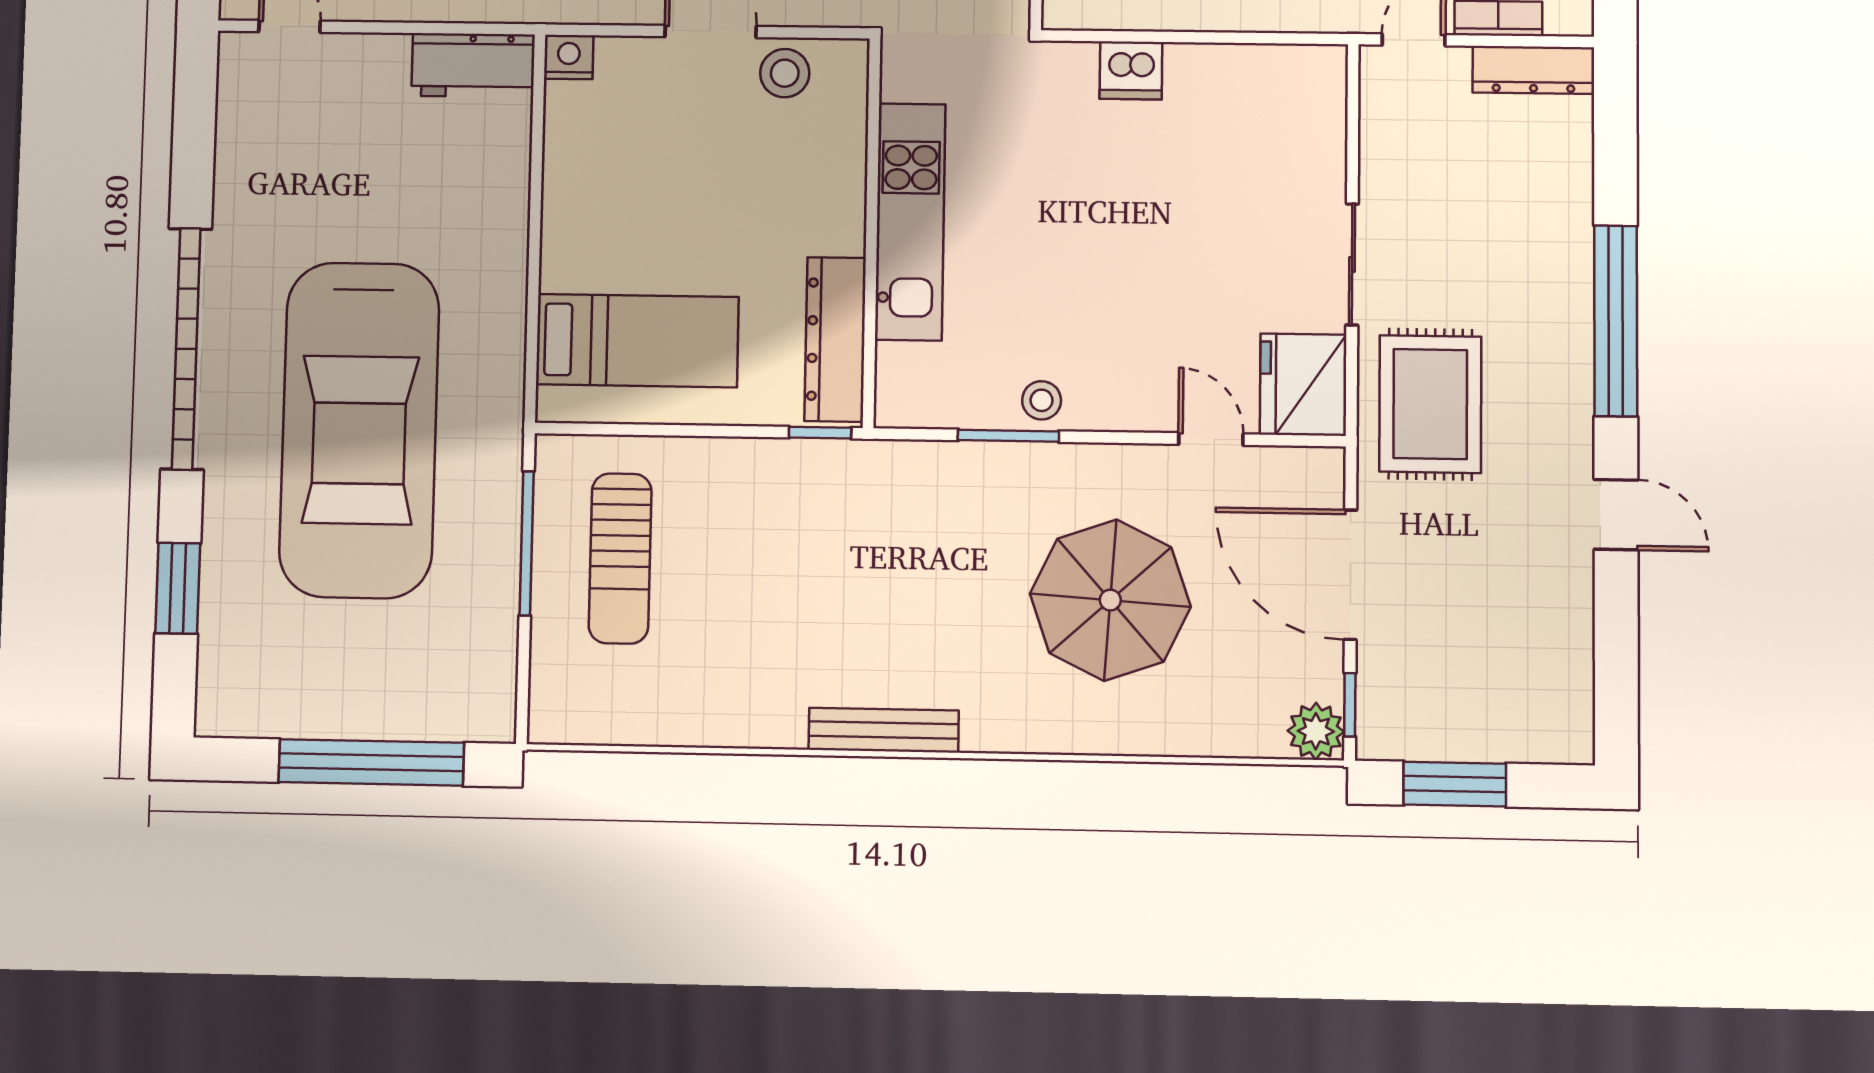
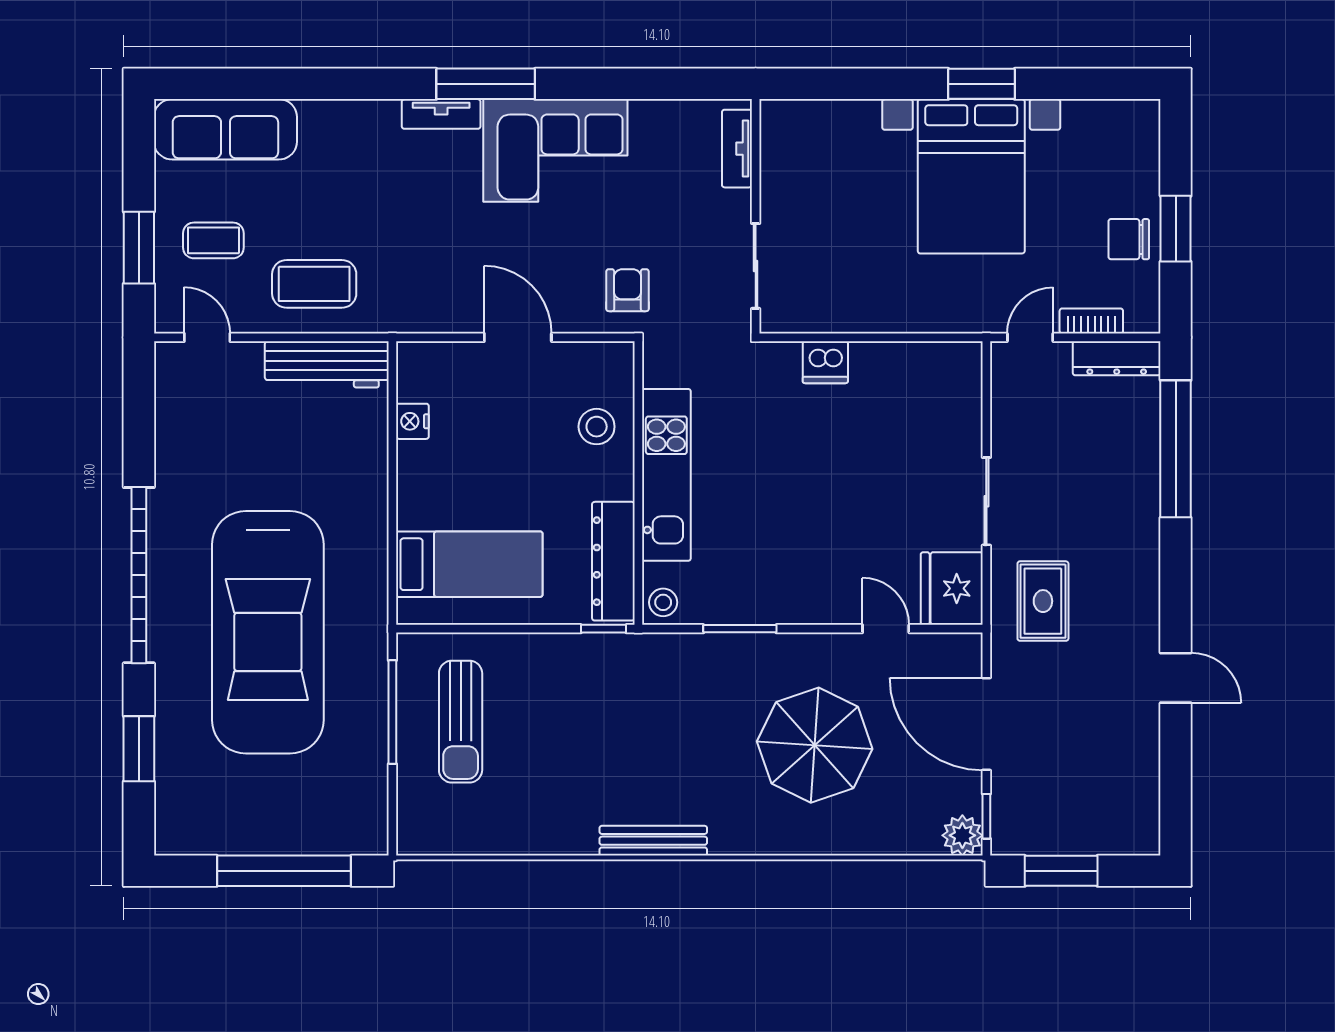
nightstand: (569, 57) -> (412, 421), moved, turned -90
workbench: (473, 65) -> (327, 364), width x1.38
stool: (785, 73) -> (597, 427), moved
window: (1616, 321) -> (1176, 449), moved
stool: (1042, 400) -> (663, 602), moved
rug: (1430, 404) -> (1043, 601), width x0.73, depth x0.70

